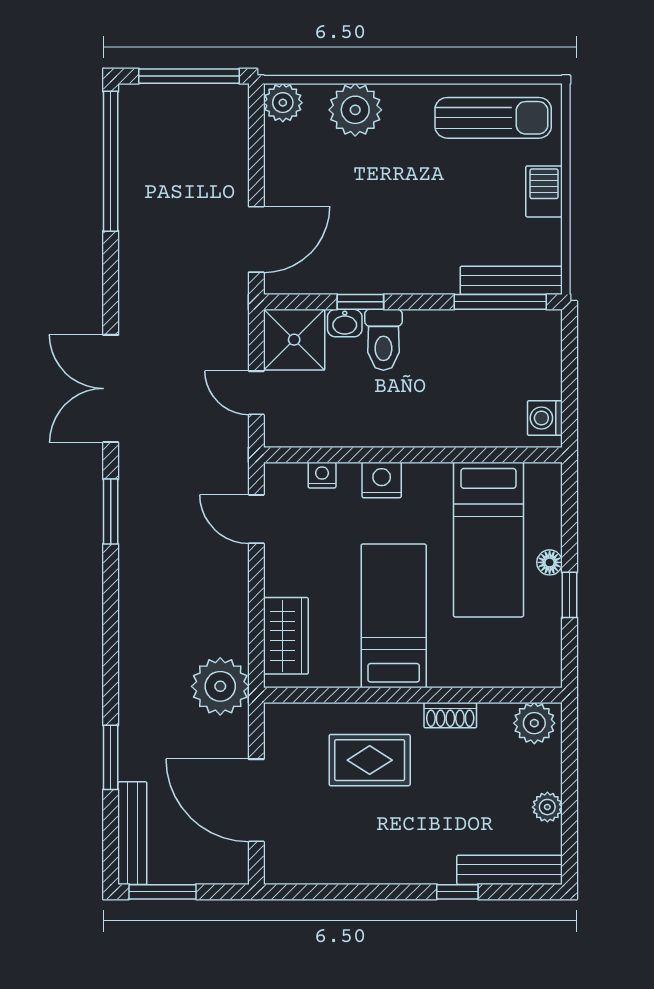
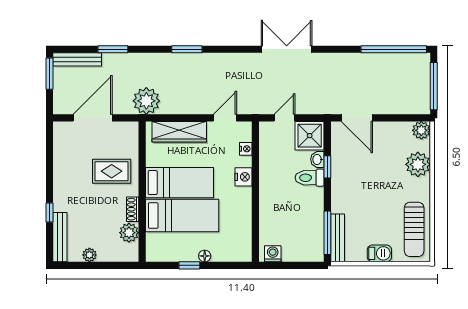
window: (111, 512) -> (187, 49), moved
bed: (488, 540) -> (182, 216), moved, turned 180
wardrobe: (286, 636) -> (179, 132), width x1.50
plant: (534, 723) -> (129, 233), moved
rug: (370, 760) -> (112, 171), turned 90

